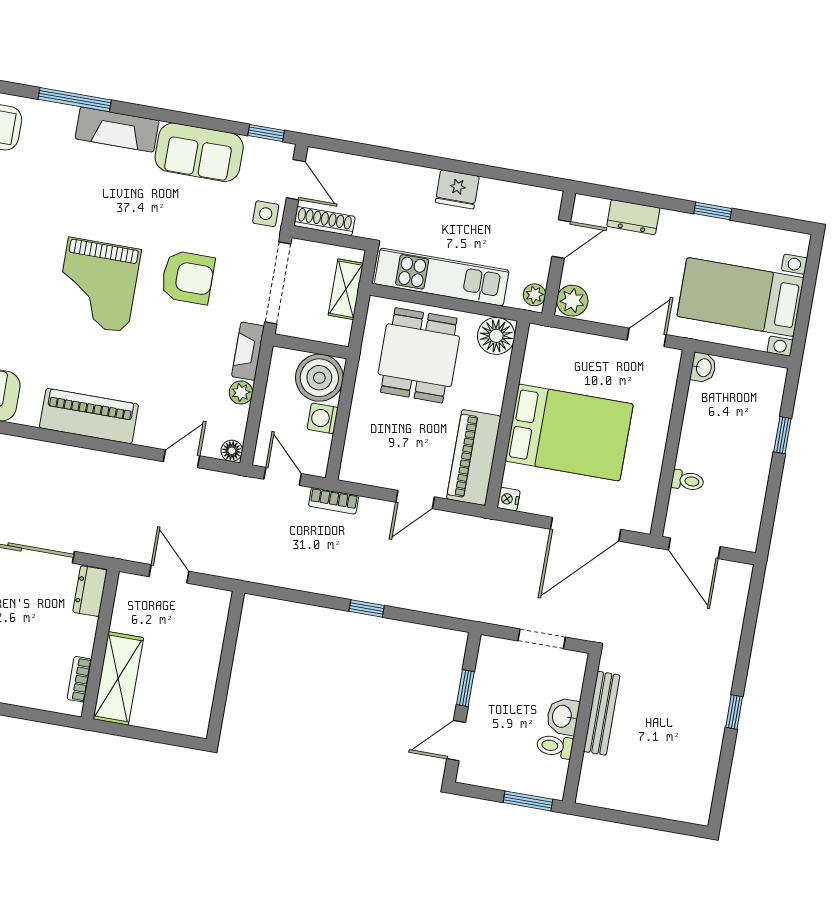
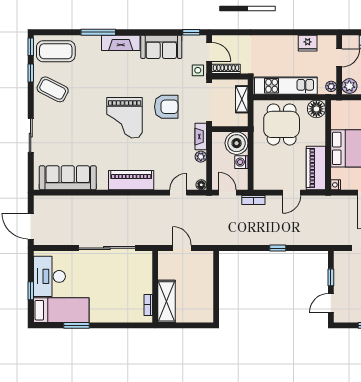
fridge: (457, 189) -> (308, 43), moved
dresser: (90, 591) -> (146, 263), removed

